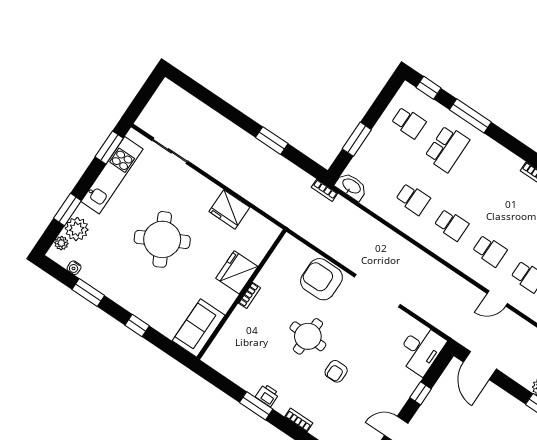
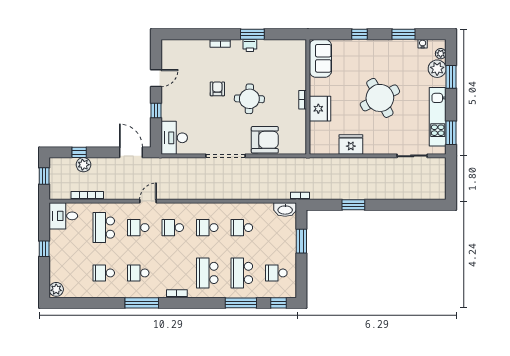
school desk: (485, 174) -> (207, 273), added

